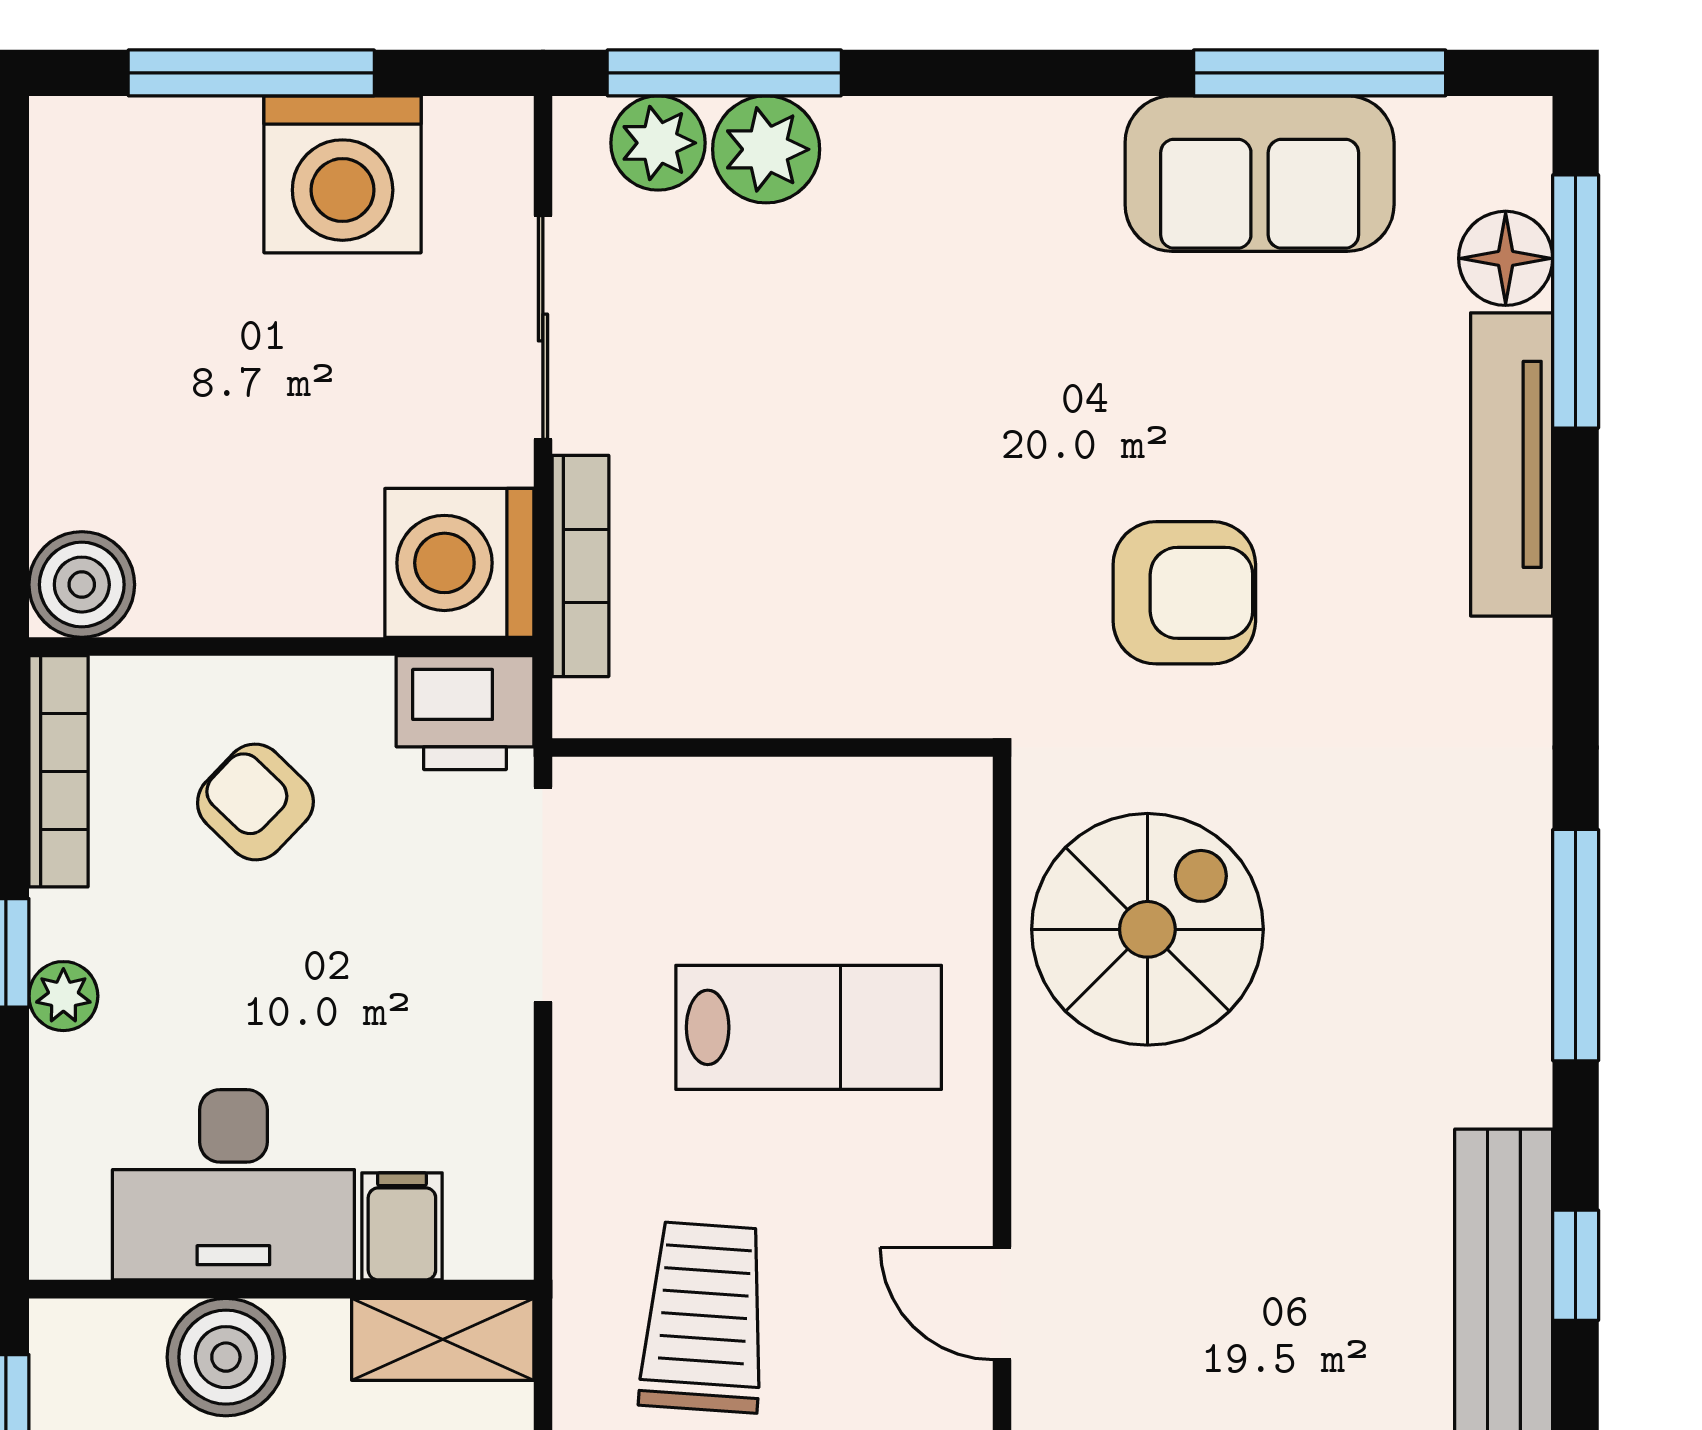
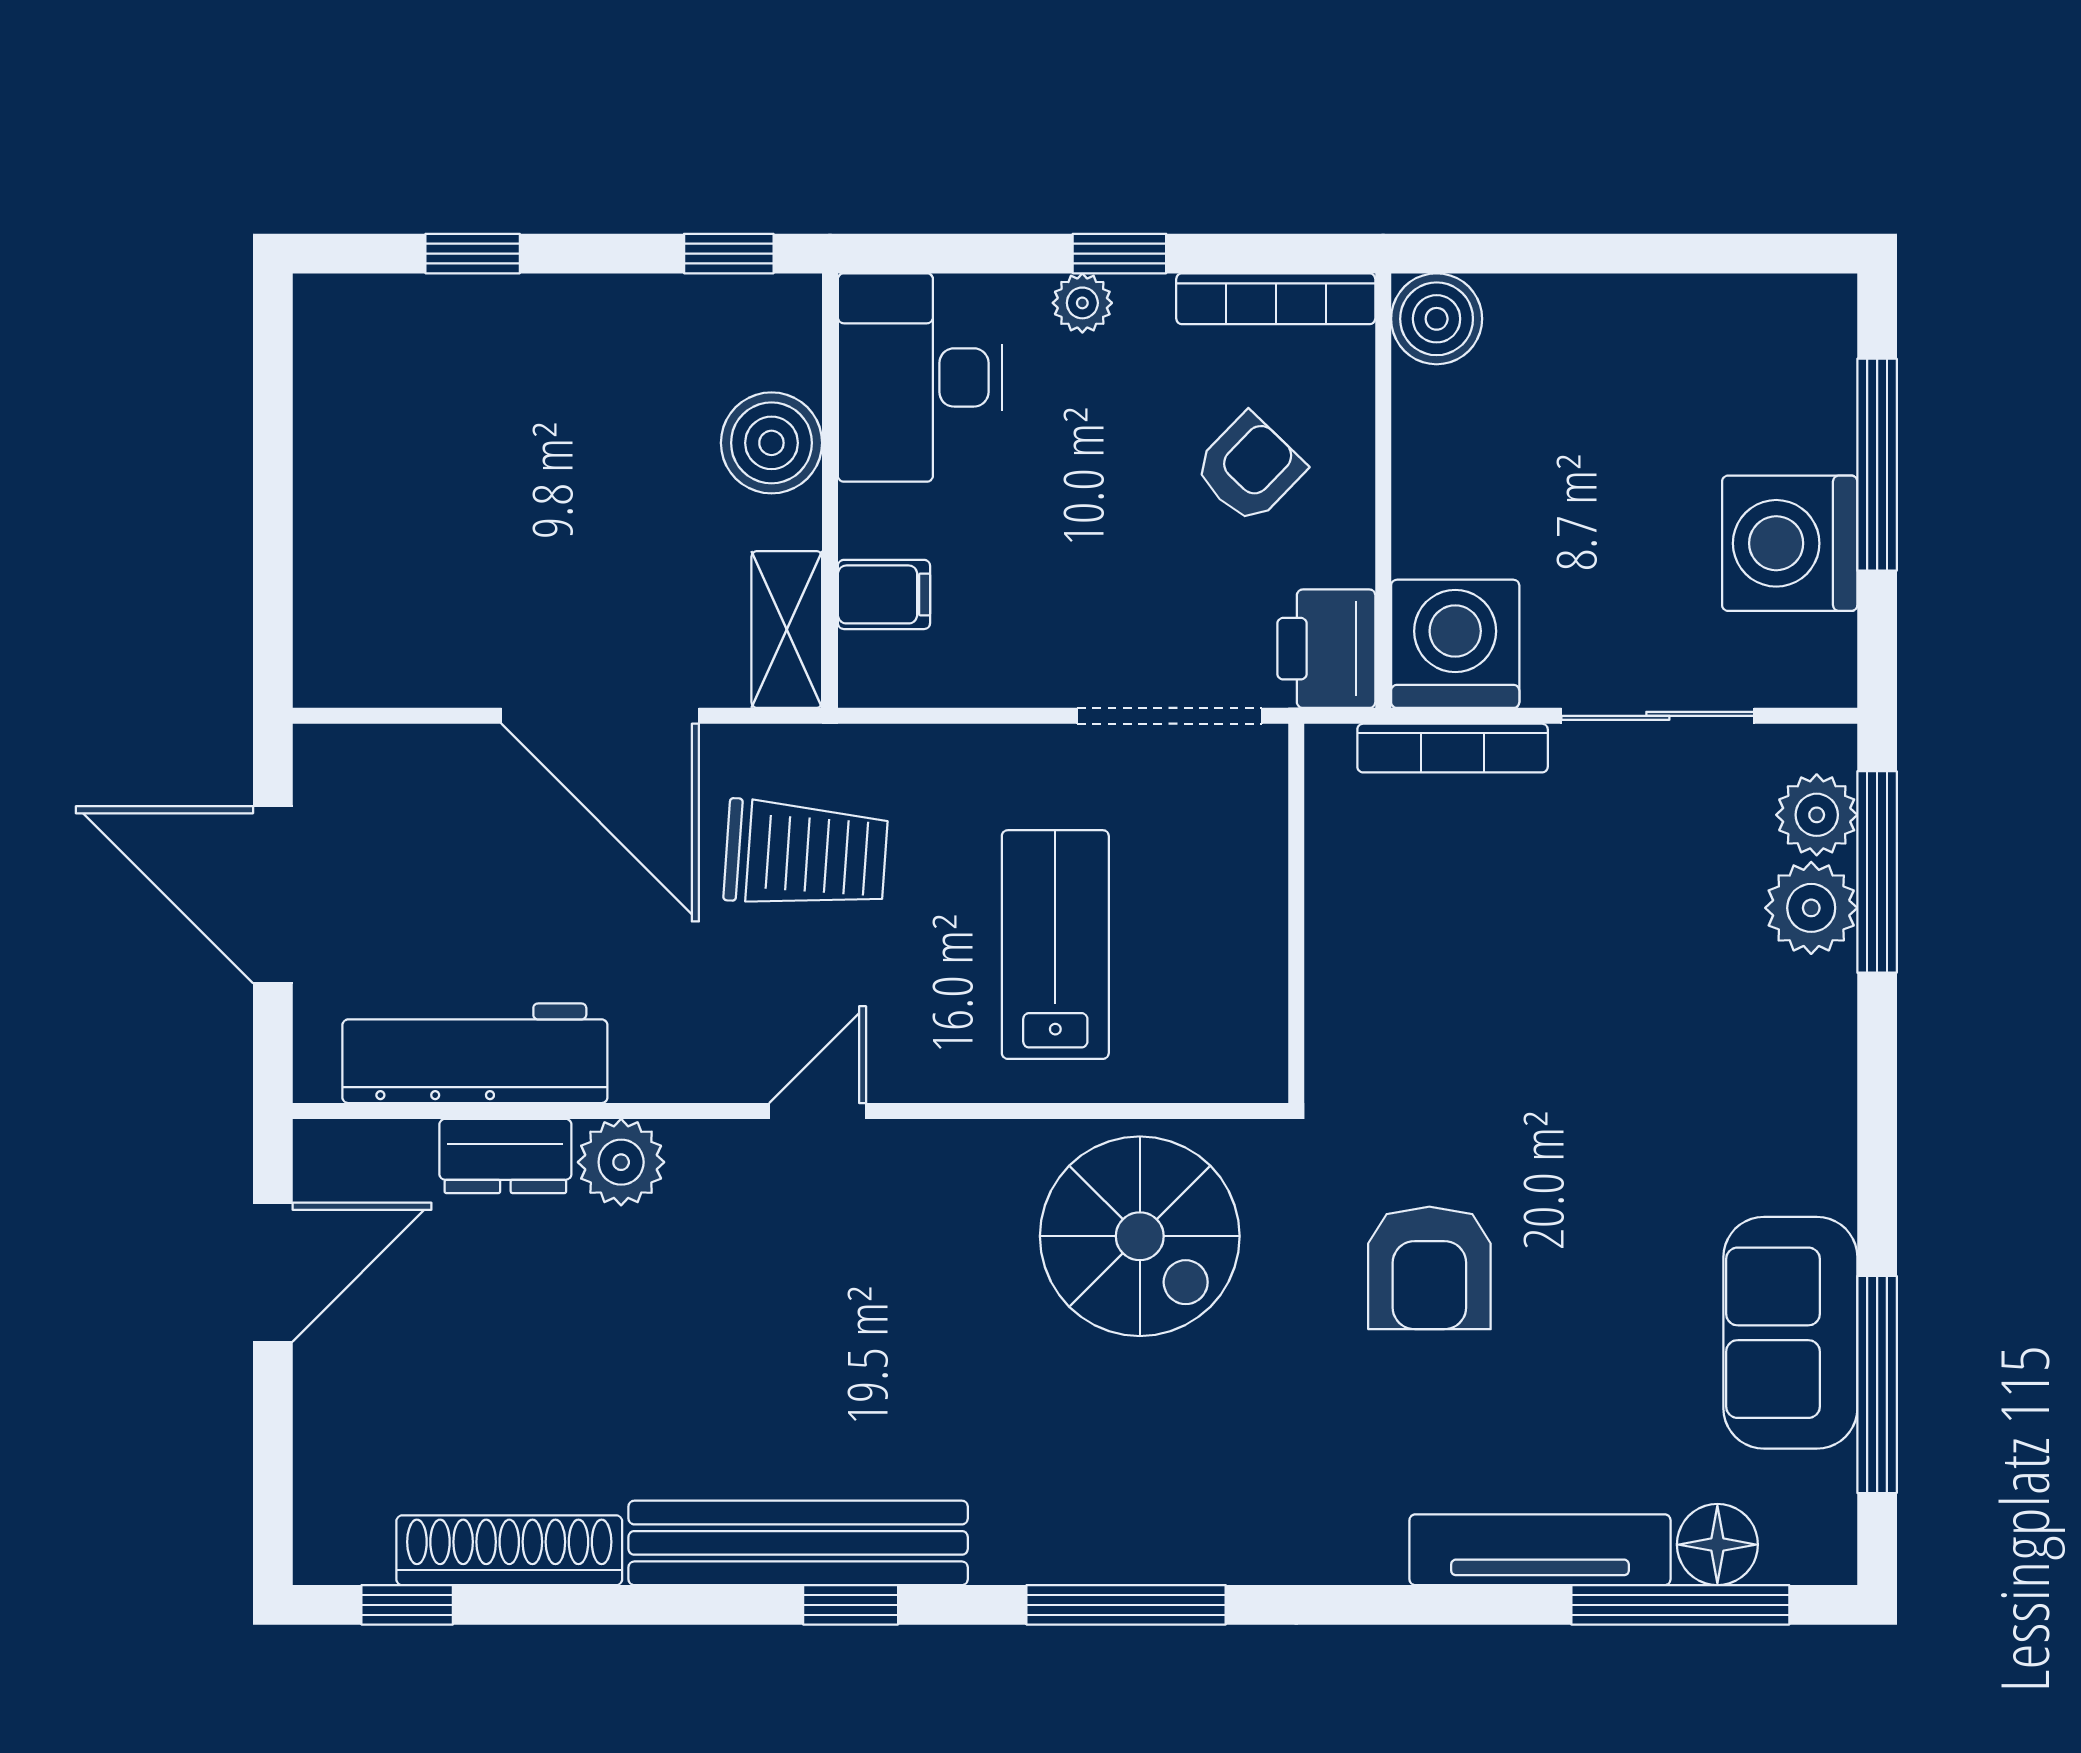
lab bench: (809, 1027) -> (1055, 945), turned 180
desk: (233, 1185) -> (920, 377), moved

